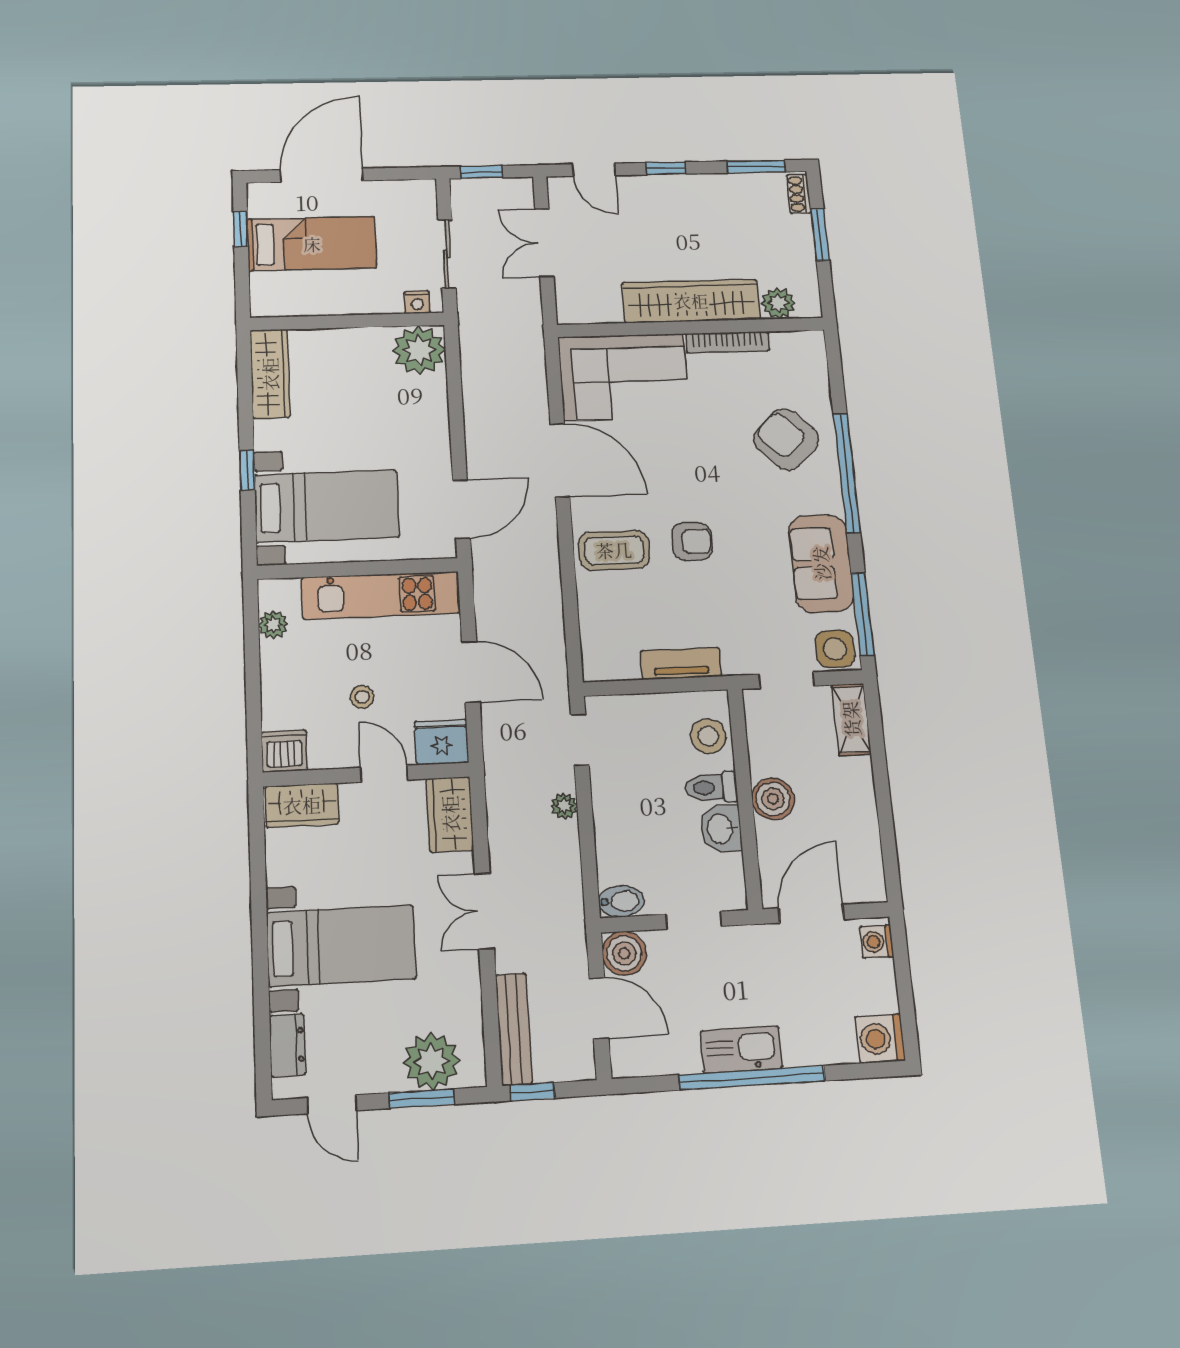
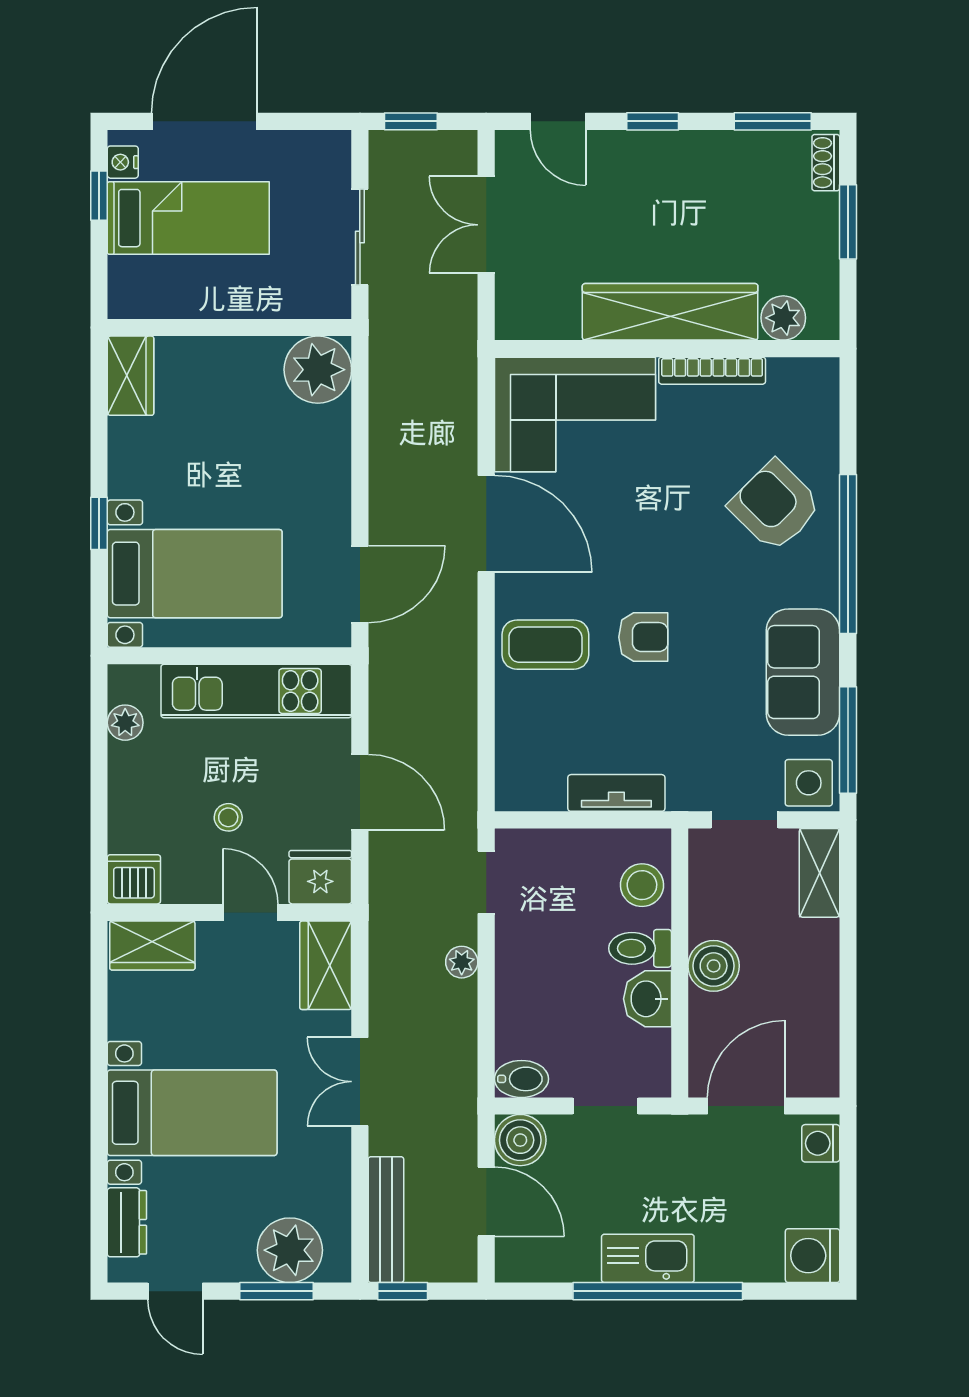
nightstand: (417, 302) -> (123, 162), moved, turned 90
wardrobe: (270, 374) -> (131, 376), width x0.67

